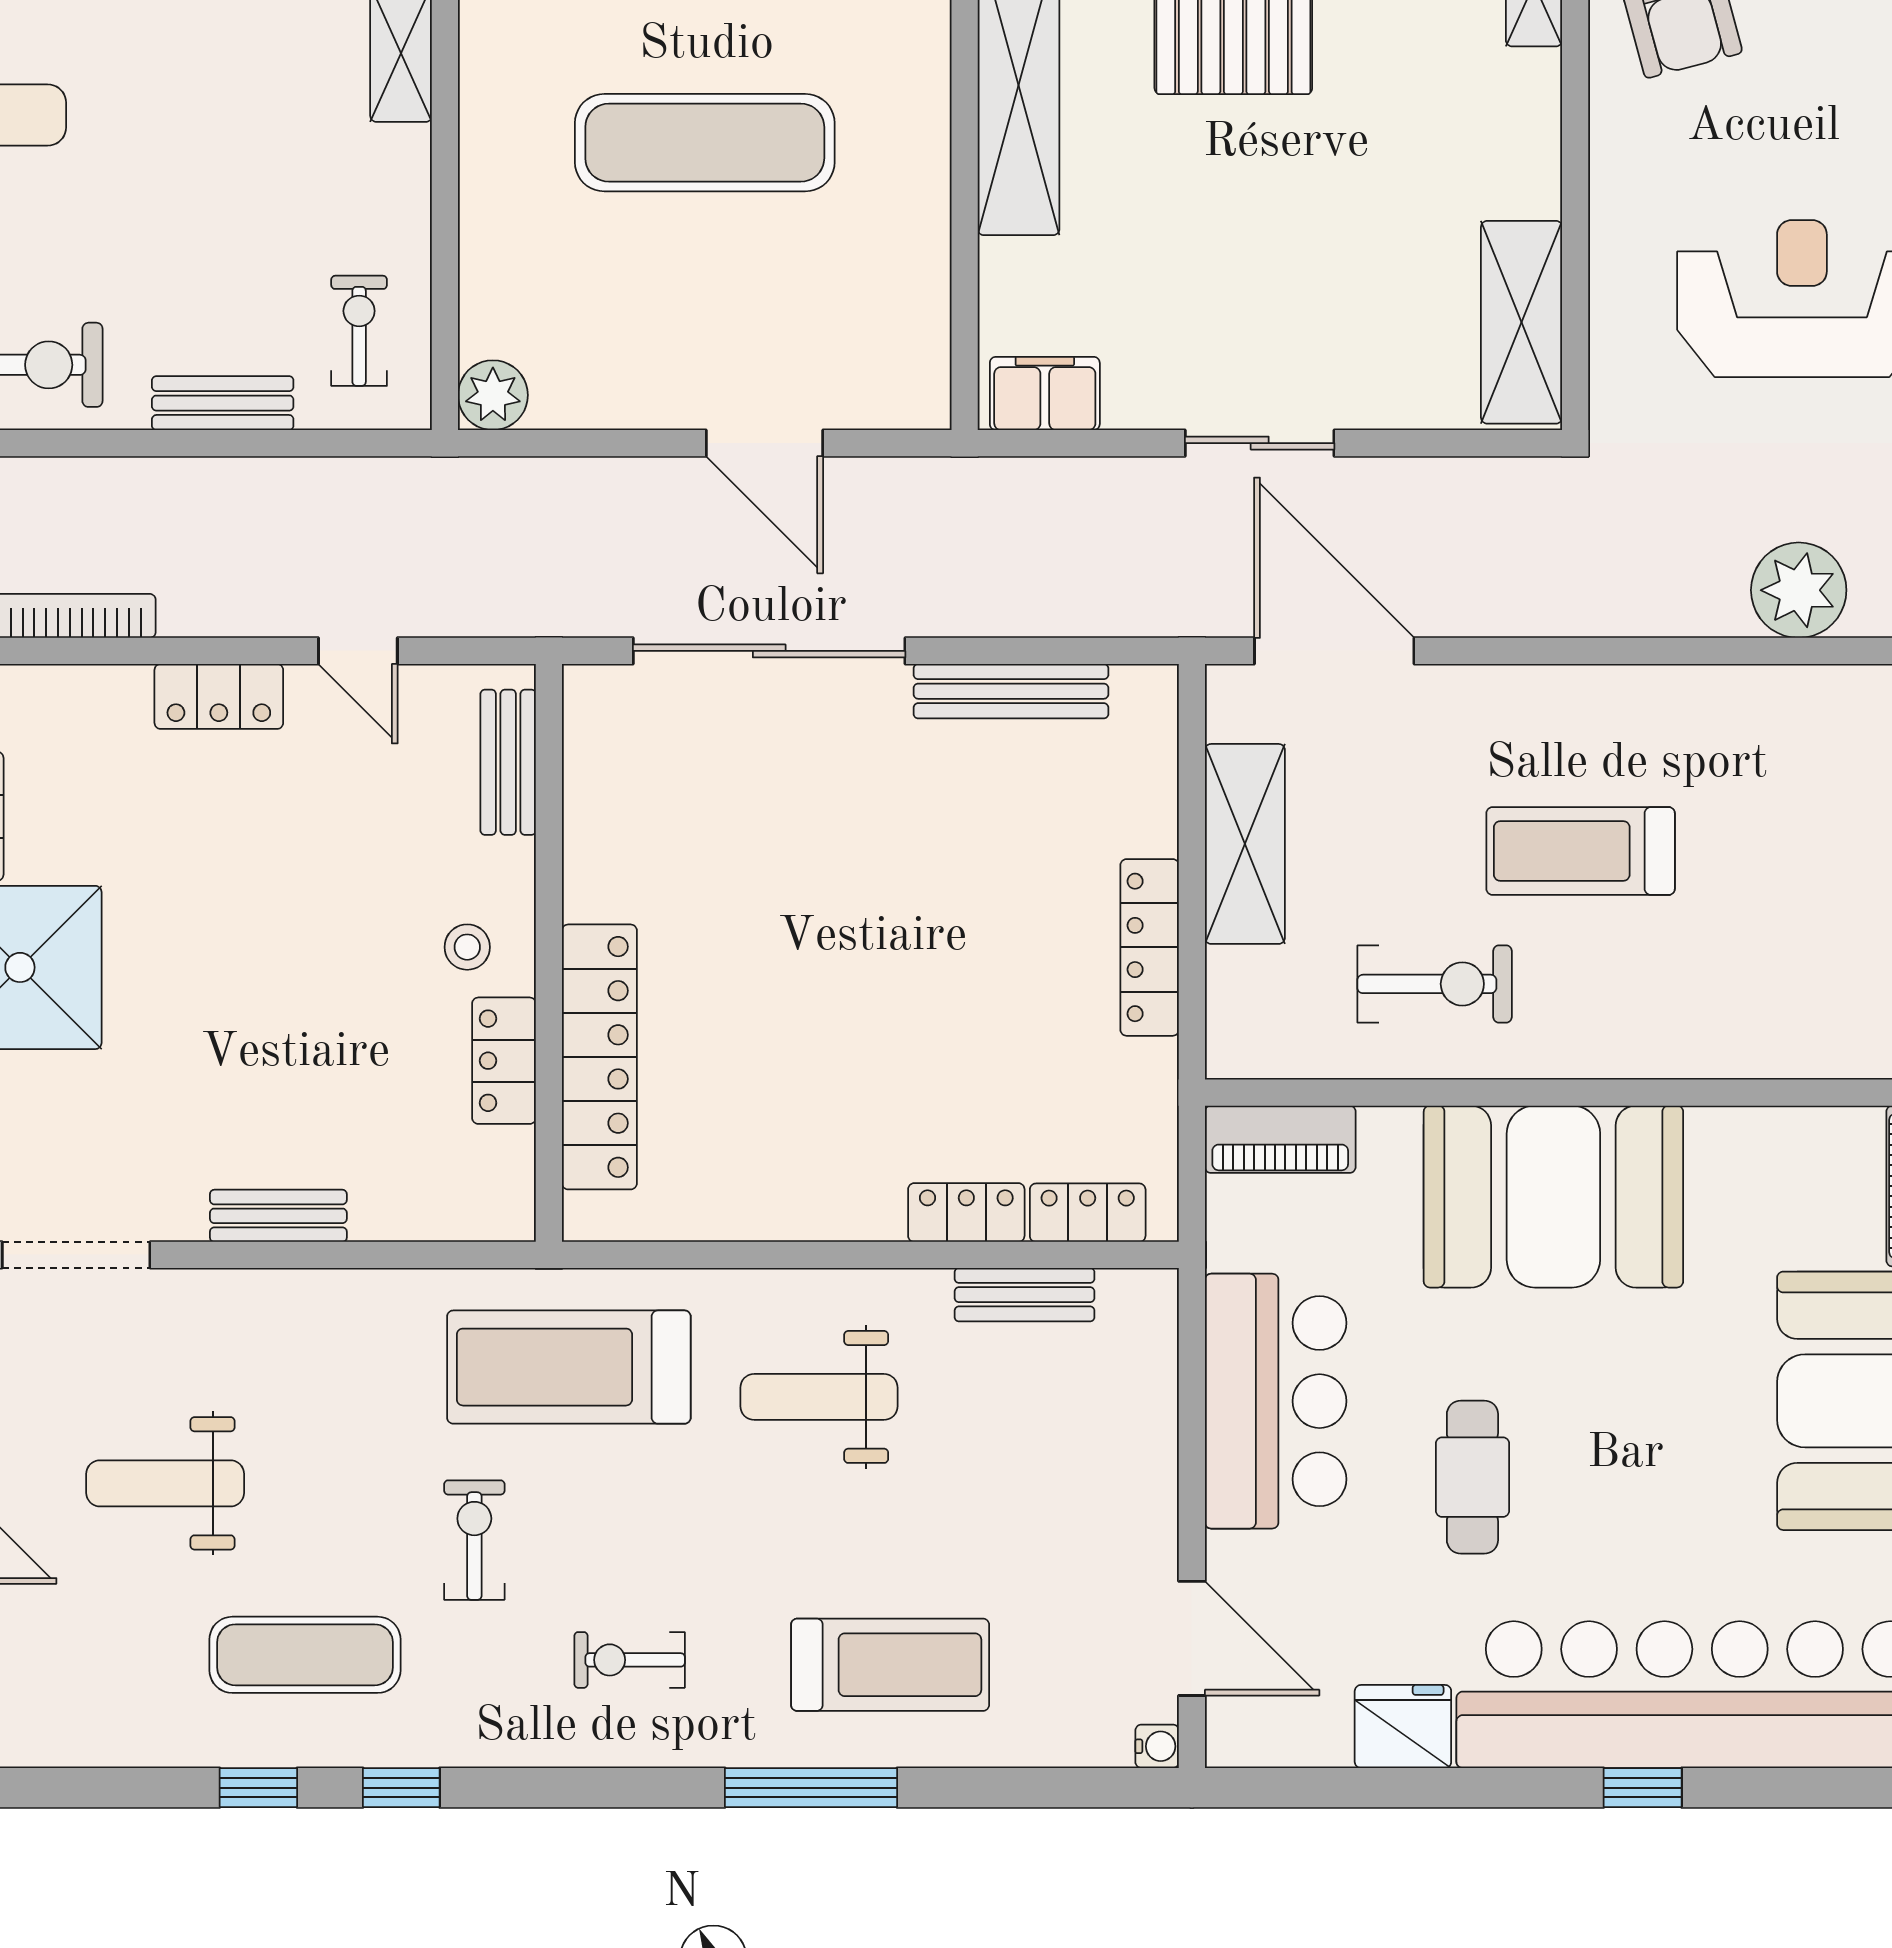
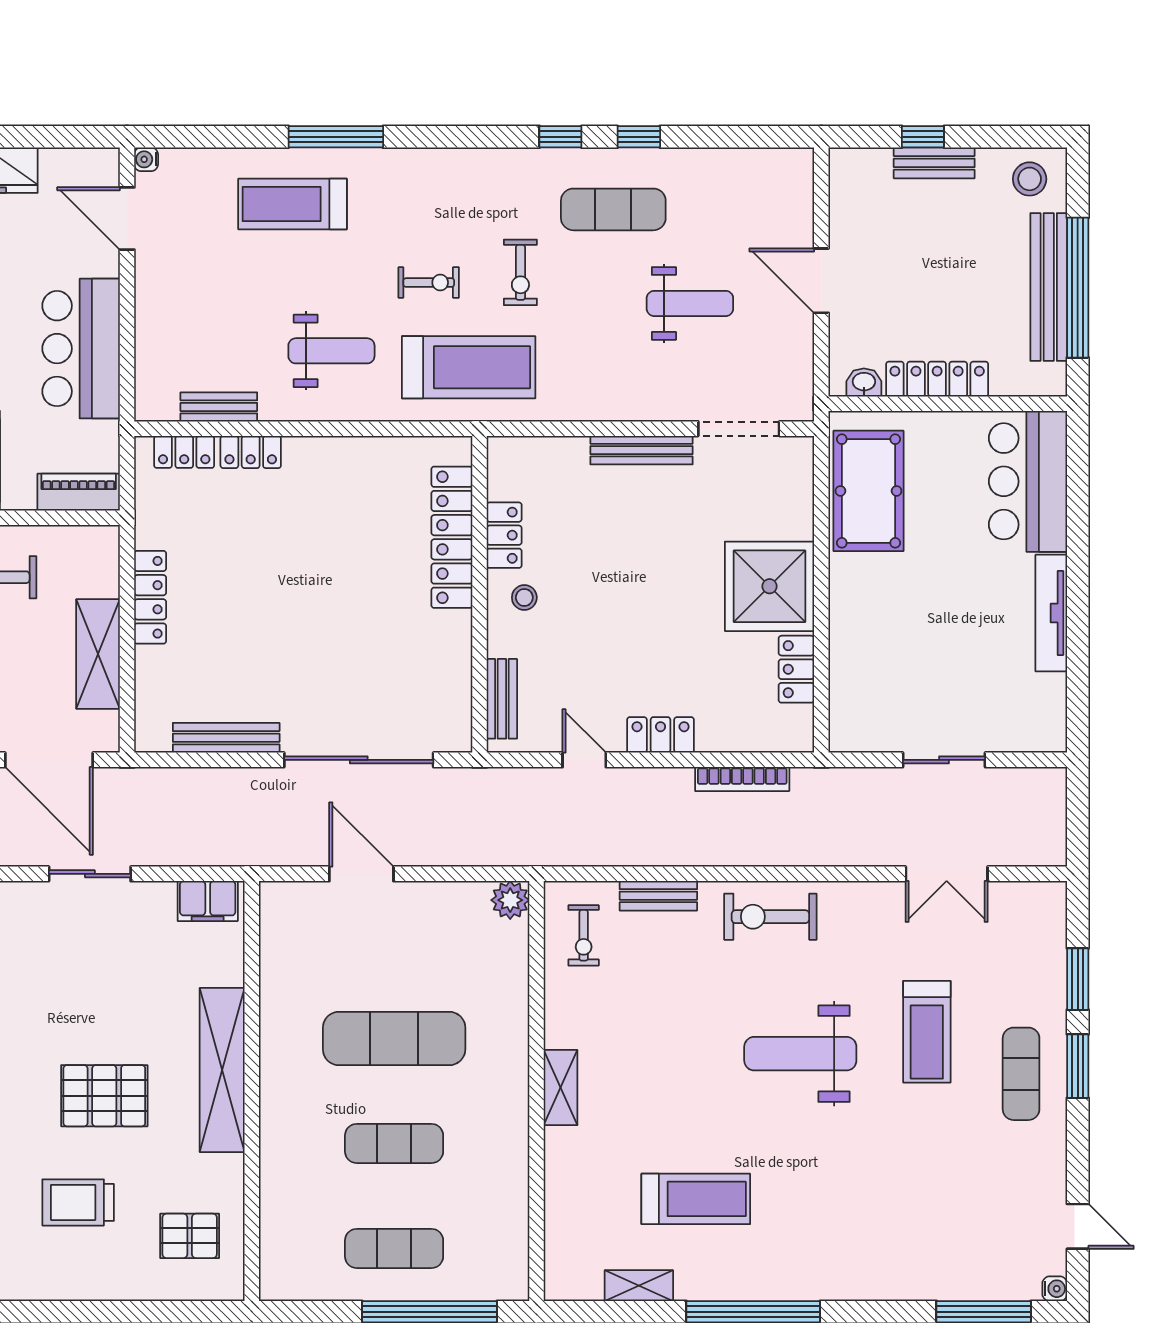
bench: (278, 1216) -> (641, 450), width x1.36
exercise bike: (630, 1660) -> (429, 283), moved

